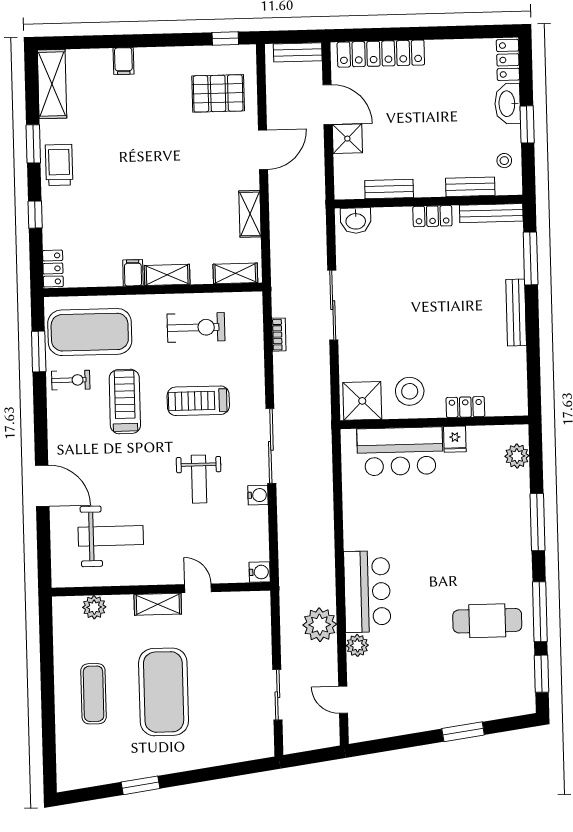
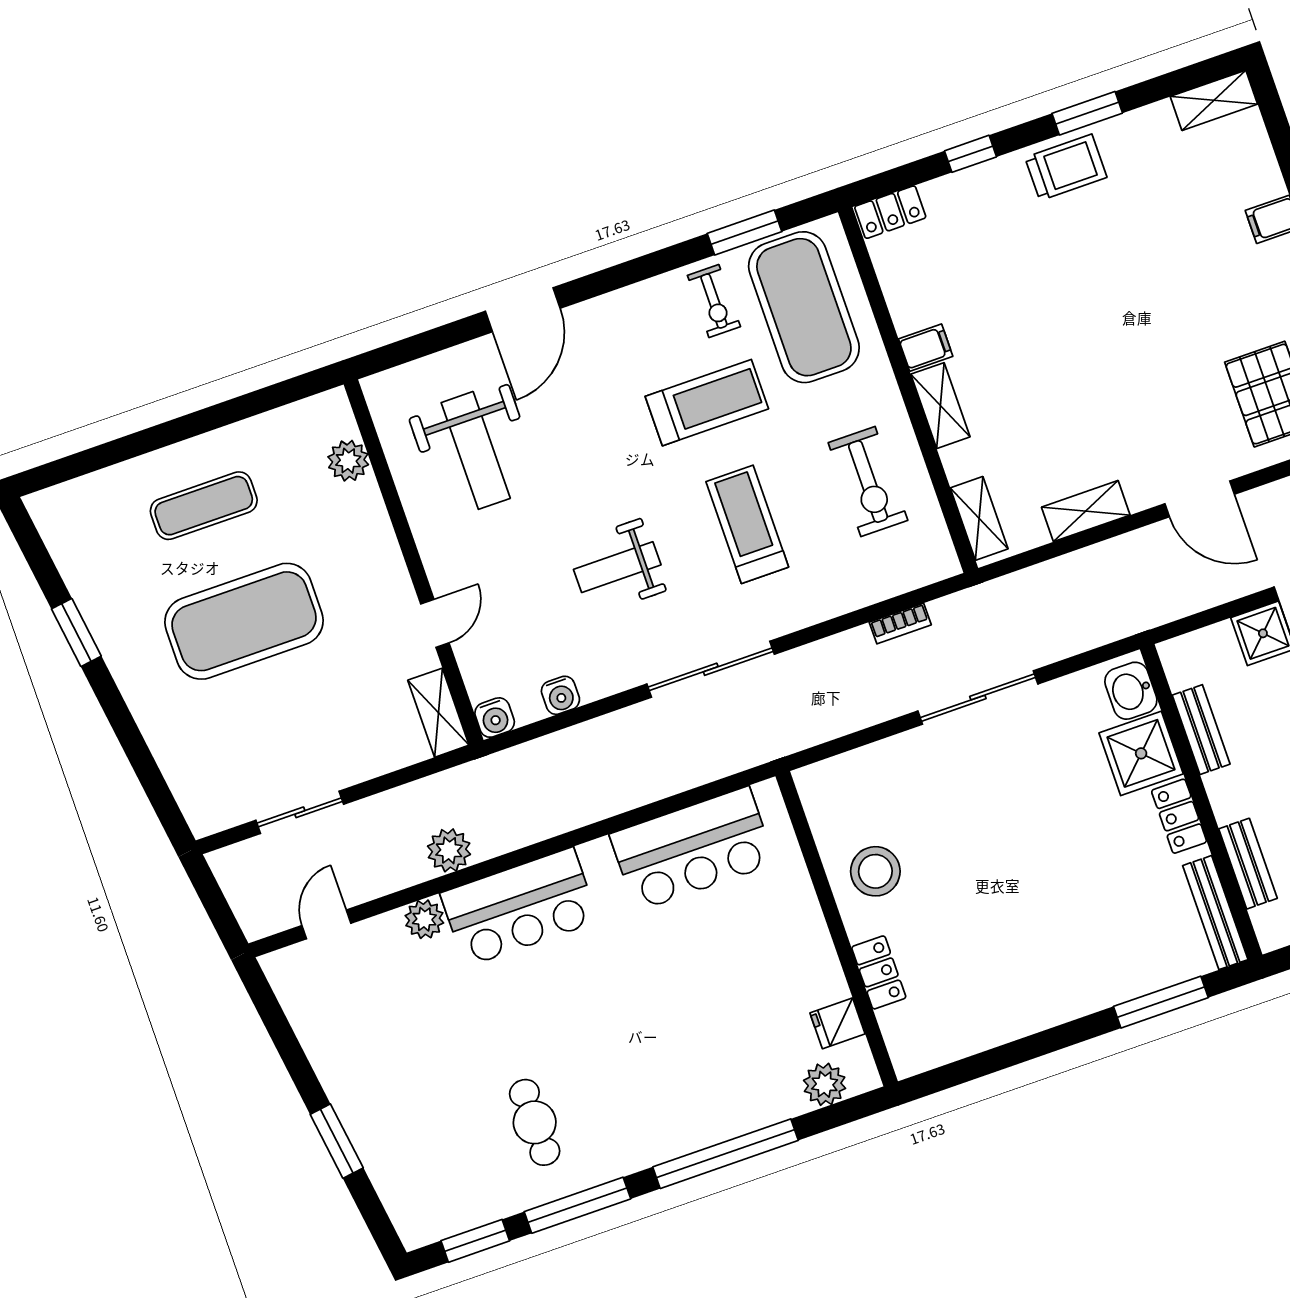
shelving: (52, 84) -> (1214, 100), width x0.67, depth x0.75
bench: (516, 313) -> (1063, 1007), removed
shower: (362, 401) -> (1141, 753), moved
fridge: (455, 439) -> (837, 1023), moved
bar counter: (400, 451) -> (692, 849), moved, turned -90
water cooler: (258, 495) -> (560, 695), moved
window: (538, 522) -> (726, 1154), width x1.46
shelving: (158, 604) -> (438, 713), moved
cafe table: (487, 621) -> (535, 1122), width x0.73, depth x0.74
plant: (320, 625) -> (449, 850), width x0.73, depth x0.73

